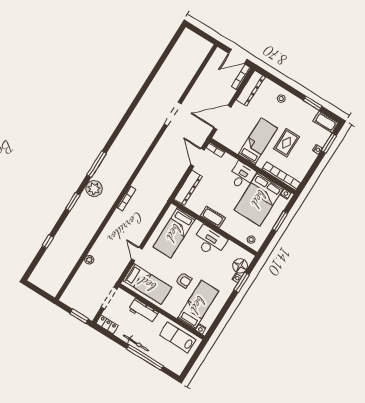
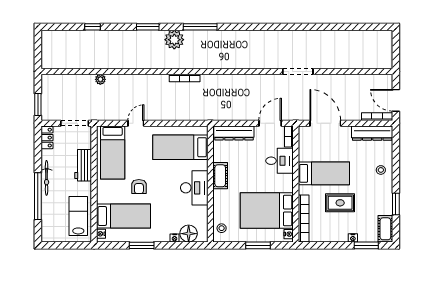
desk: (242, 176) -> (279, 161), moved
window: (242, 282) -> (142, 245), moved

